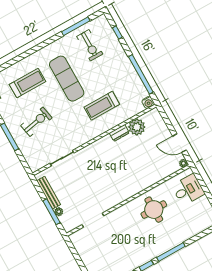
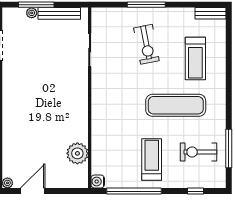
treadmill: (102, 106) -> (152, 159), moved
dresser: (119, 133) -> (82, 130), removed

